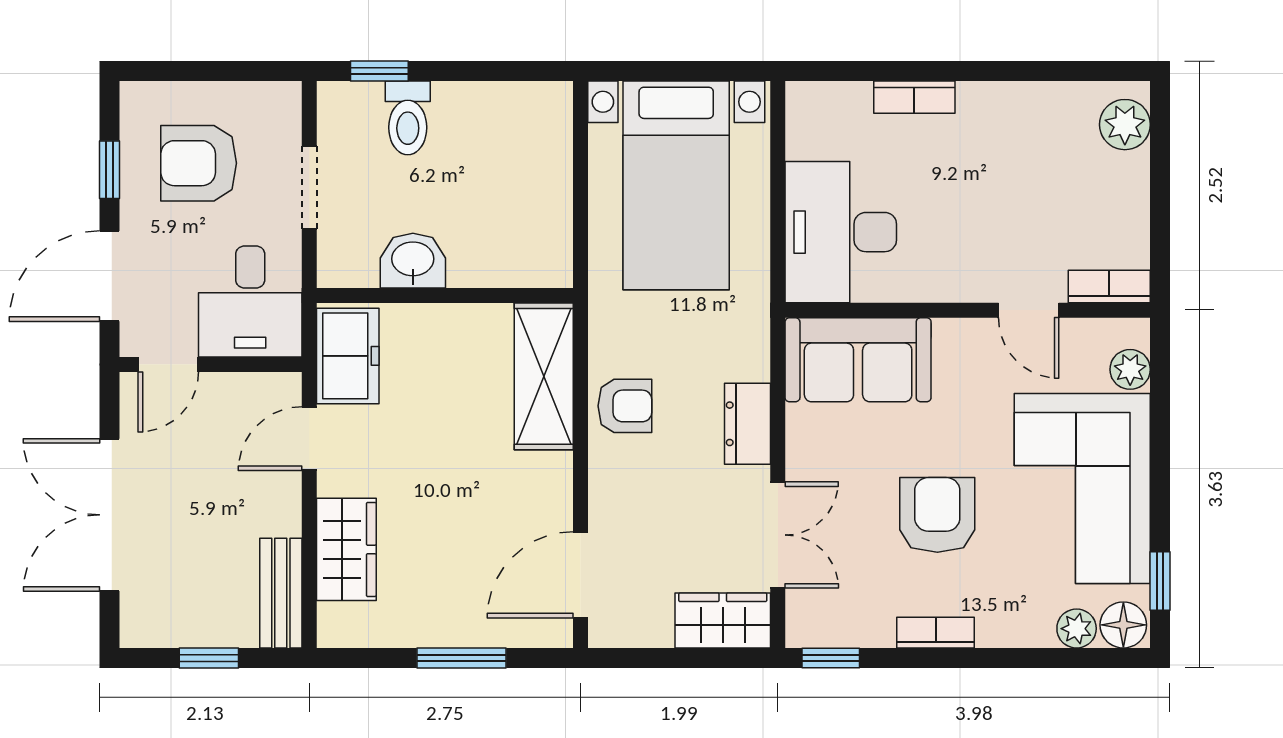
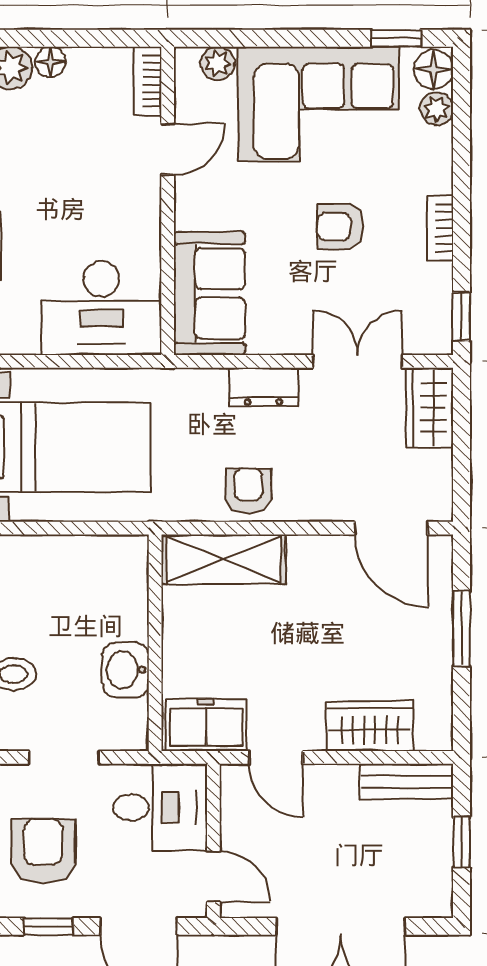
armchair: (199, 163) -> (43, 851), turned 180
floor lamp: (1132, 172) -> (50, 62), added
armchair: (937, 515) -> (340, 227), width x0.72, depth x0.72

